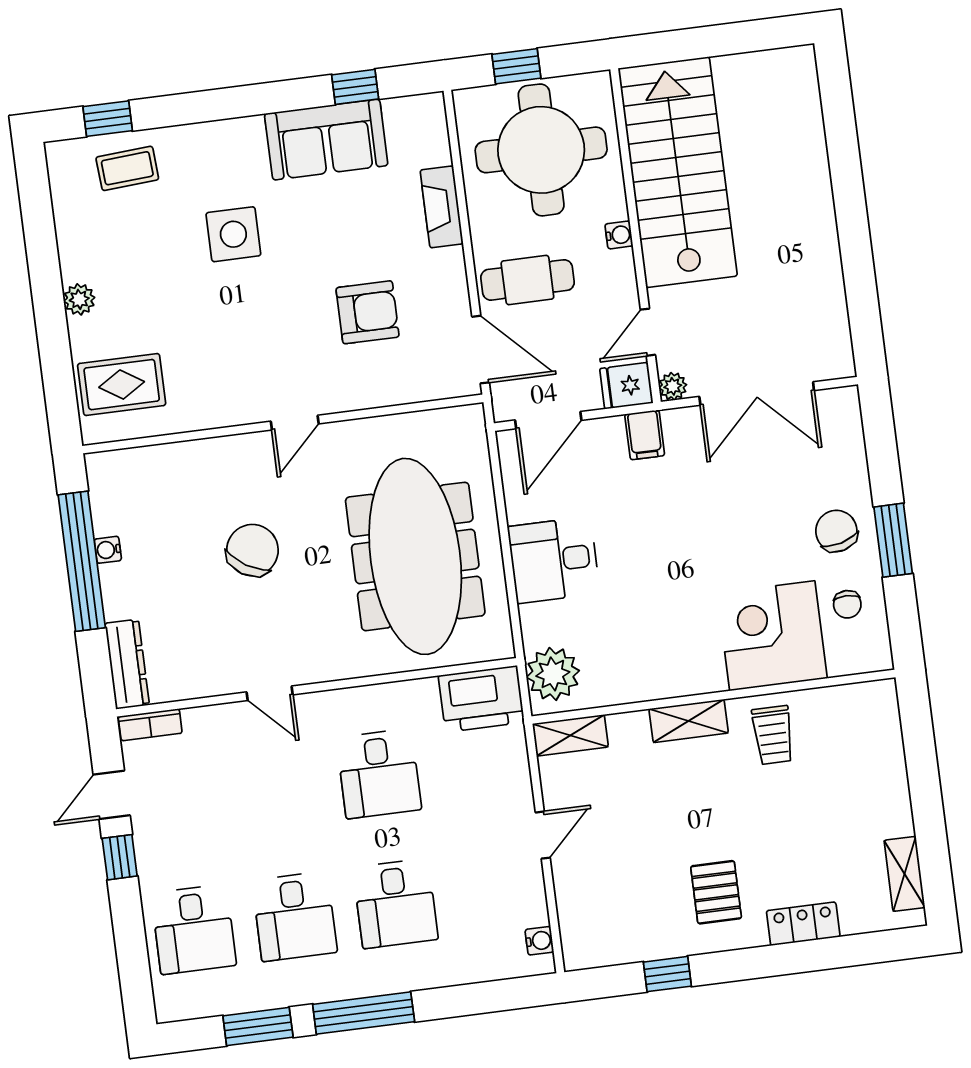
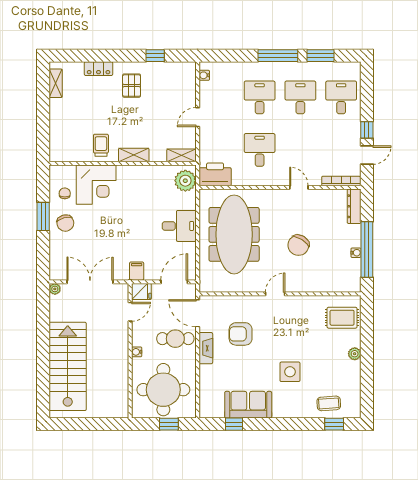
stairs: (678, 172) -> (68, 366), moved, turned 180
fireplace: (442, 207) -> (206, 348), moved
plant: (673, 386) -> (55, 289), moved
bookcase: (150, 725) -> (341, 181), width x1.56

